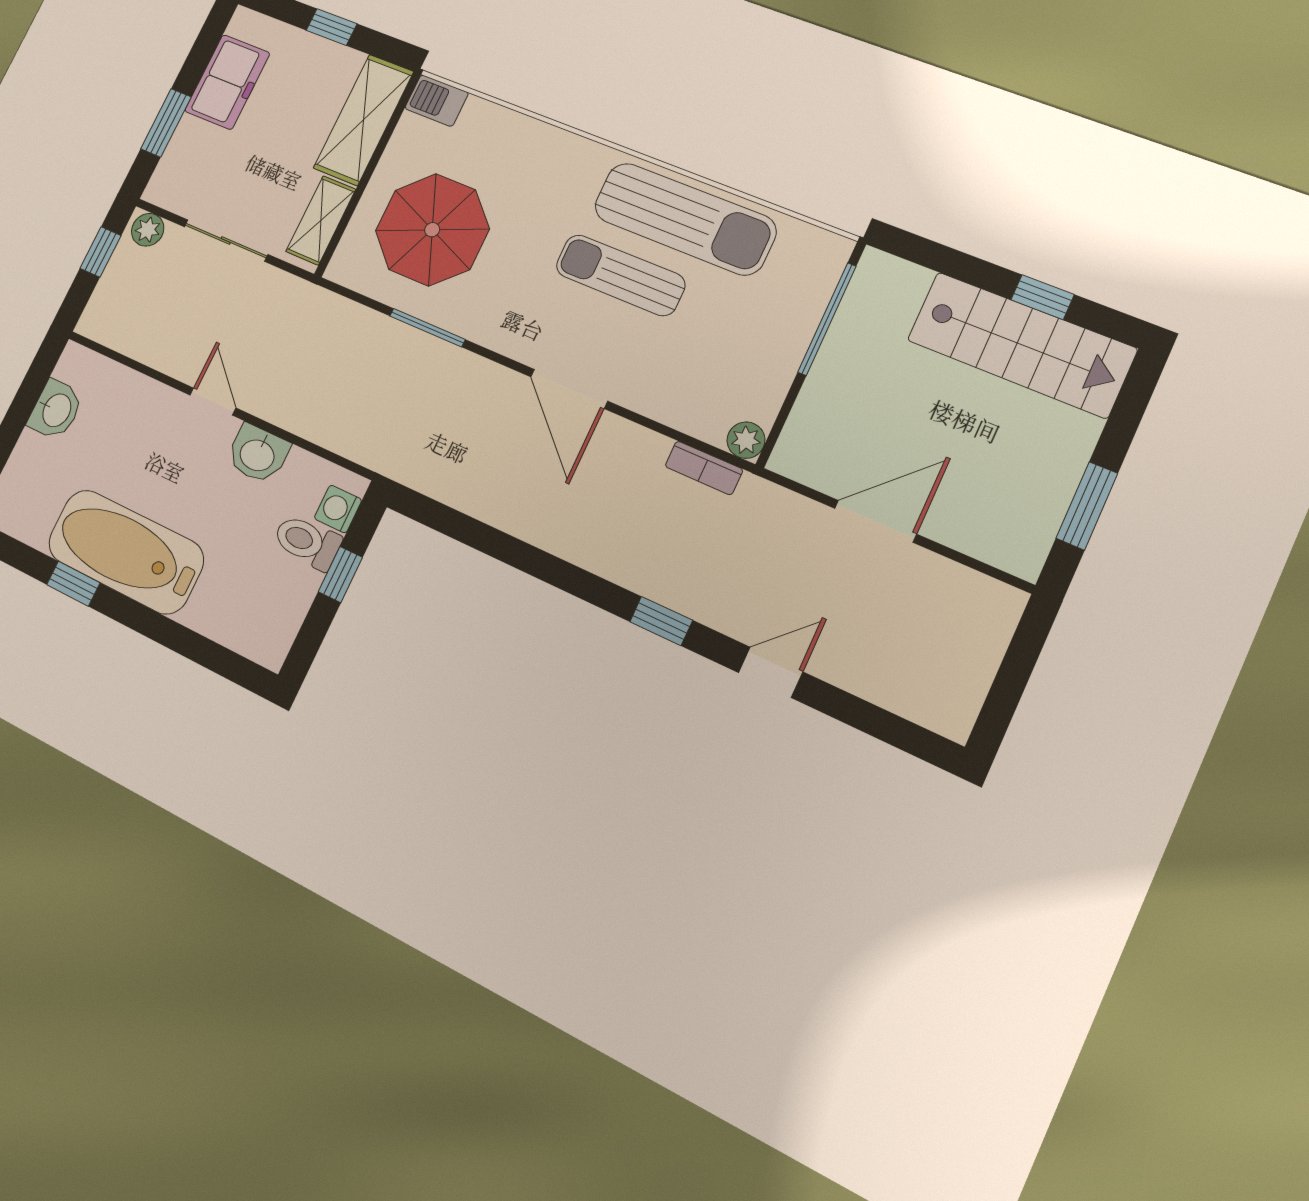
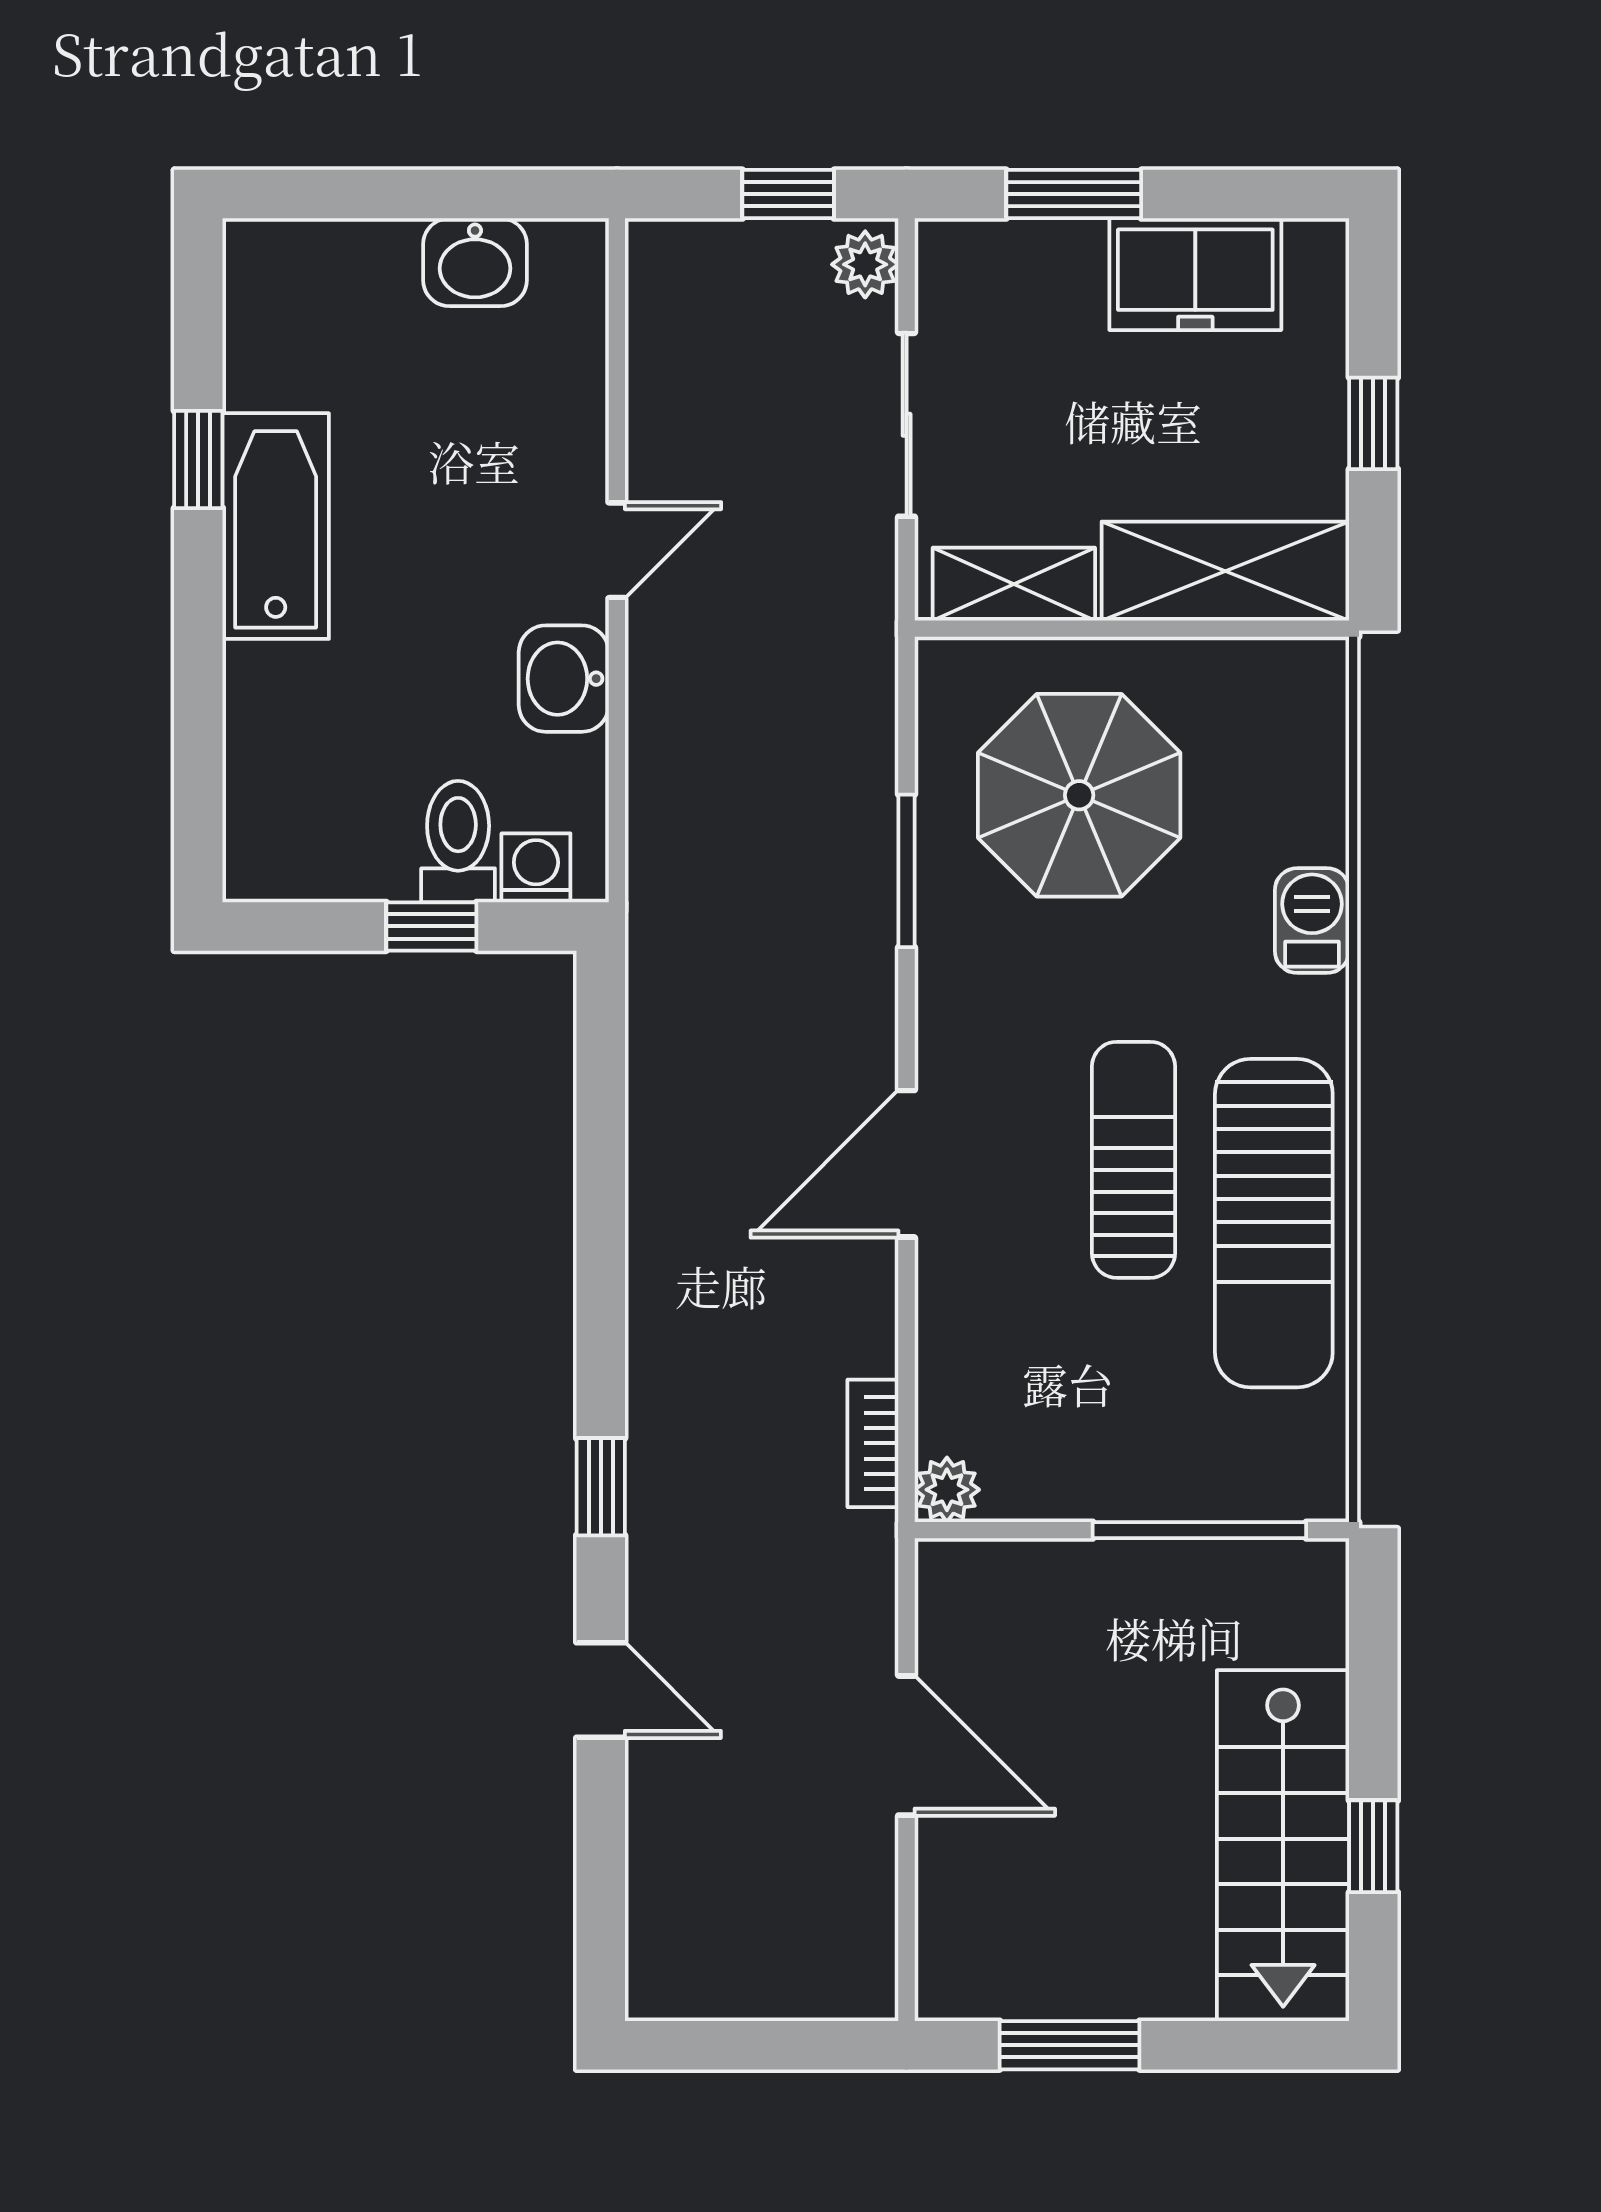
barbecue: (437, 101) -> (1312, 921), moved
bathtub: (126, 551) -> (276, 526), width x0.73, depth x0.73

